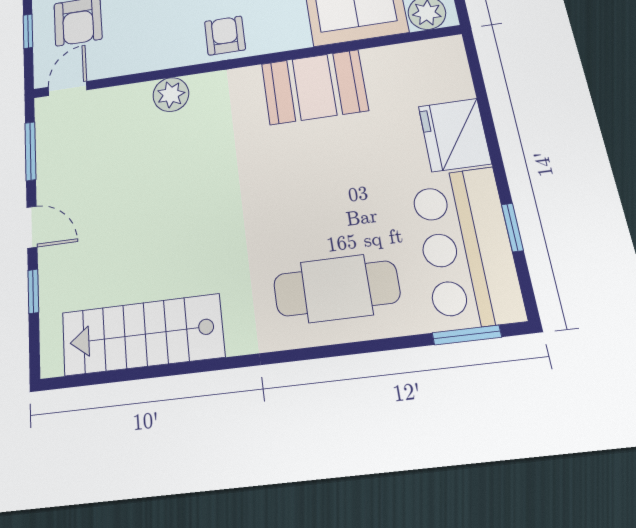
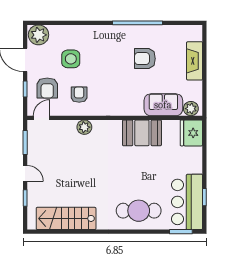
armchair: (225, 36) -> (79, 95), moved
fridge: (455, 135) -> (191, 133), moved

